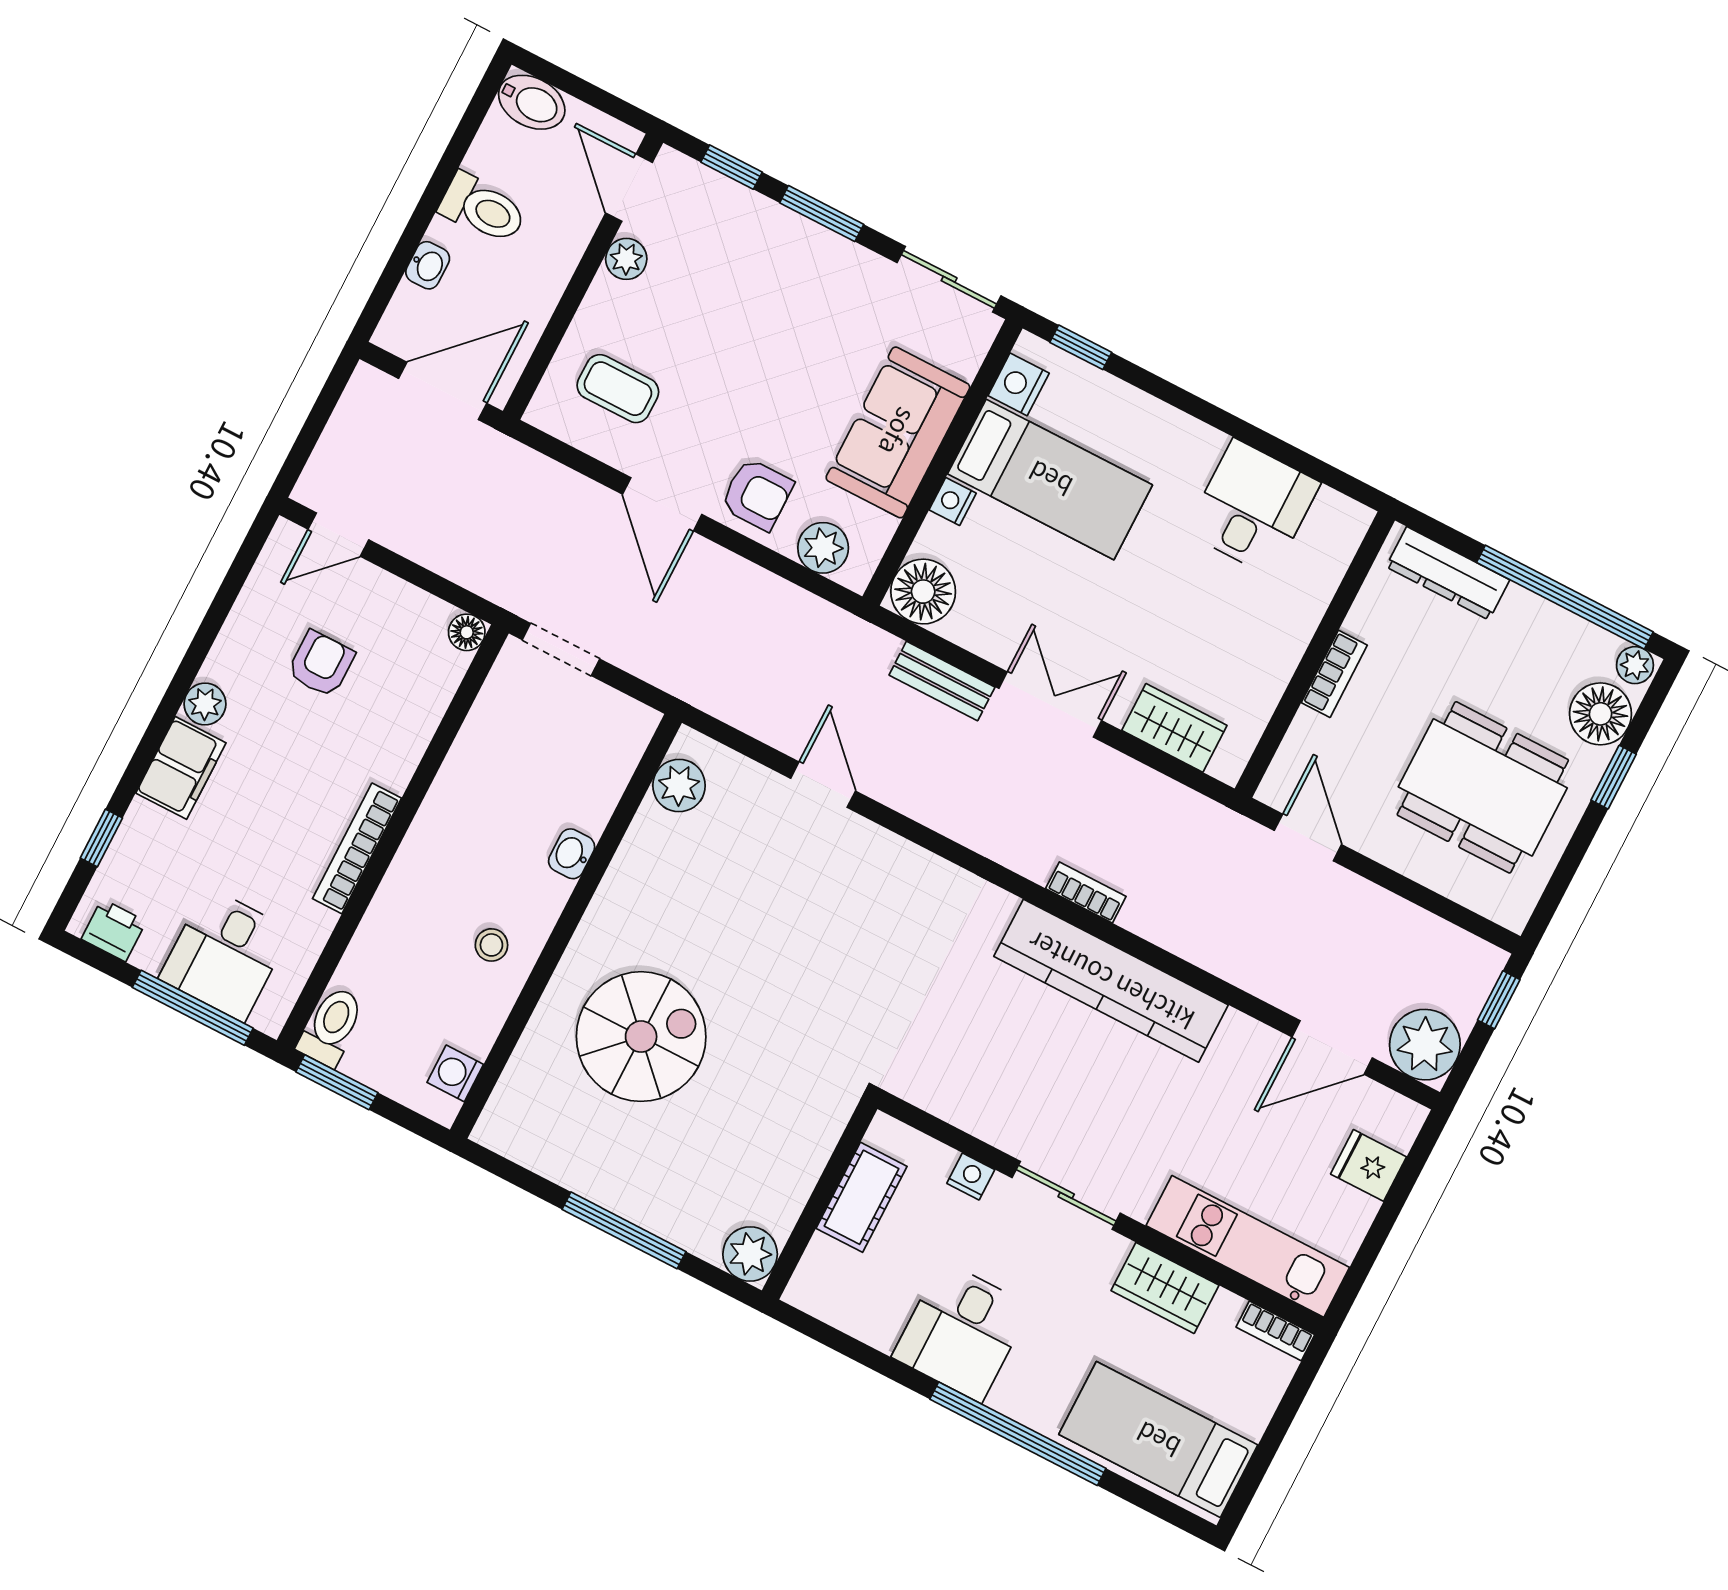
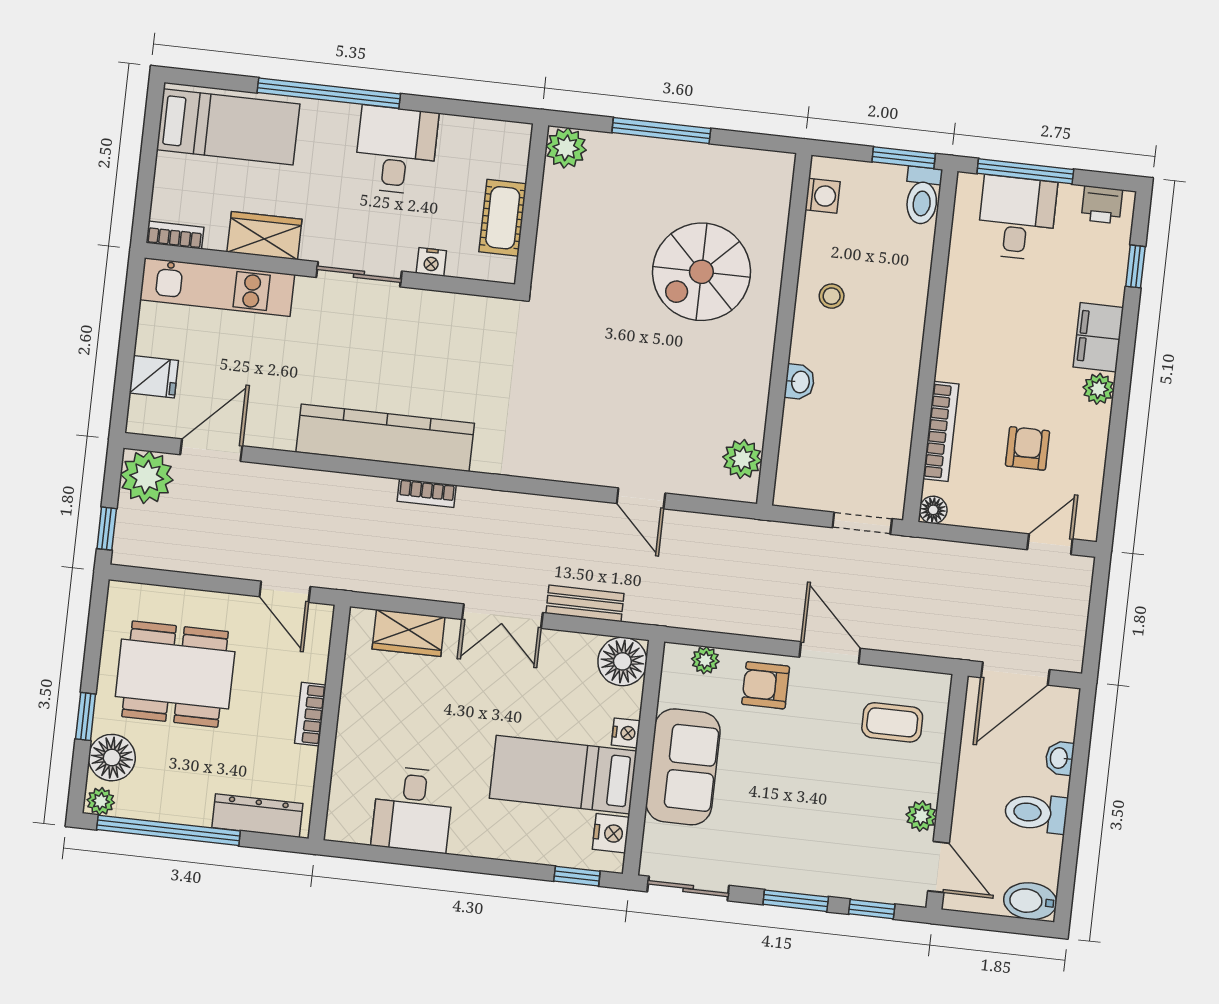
plant: (823, 548) -> (705, 660), width x0.73, depth x0.73
armchair: (321, 664) -> (1027, 448), turned 180
bookcase: (357, 848) -> (941, 431), moved

